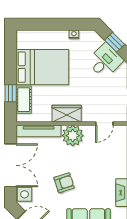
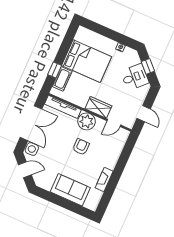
wardrobe: (67, 114) -> (98, 107), moved
armchair: (64, 183) -> (81, 147), moved, turned -72

